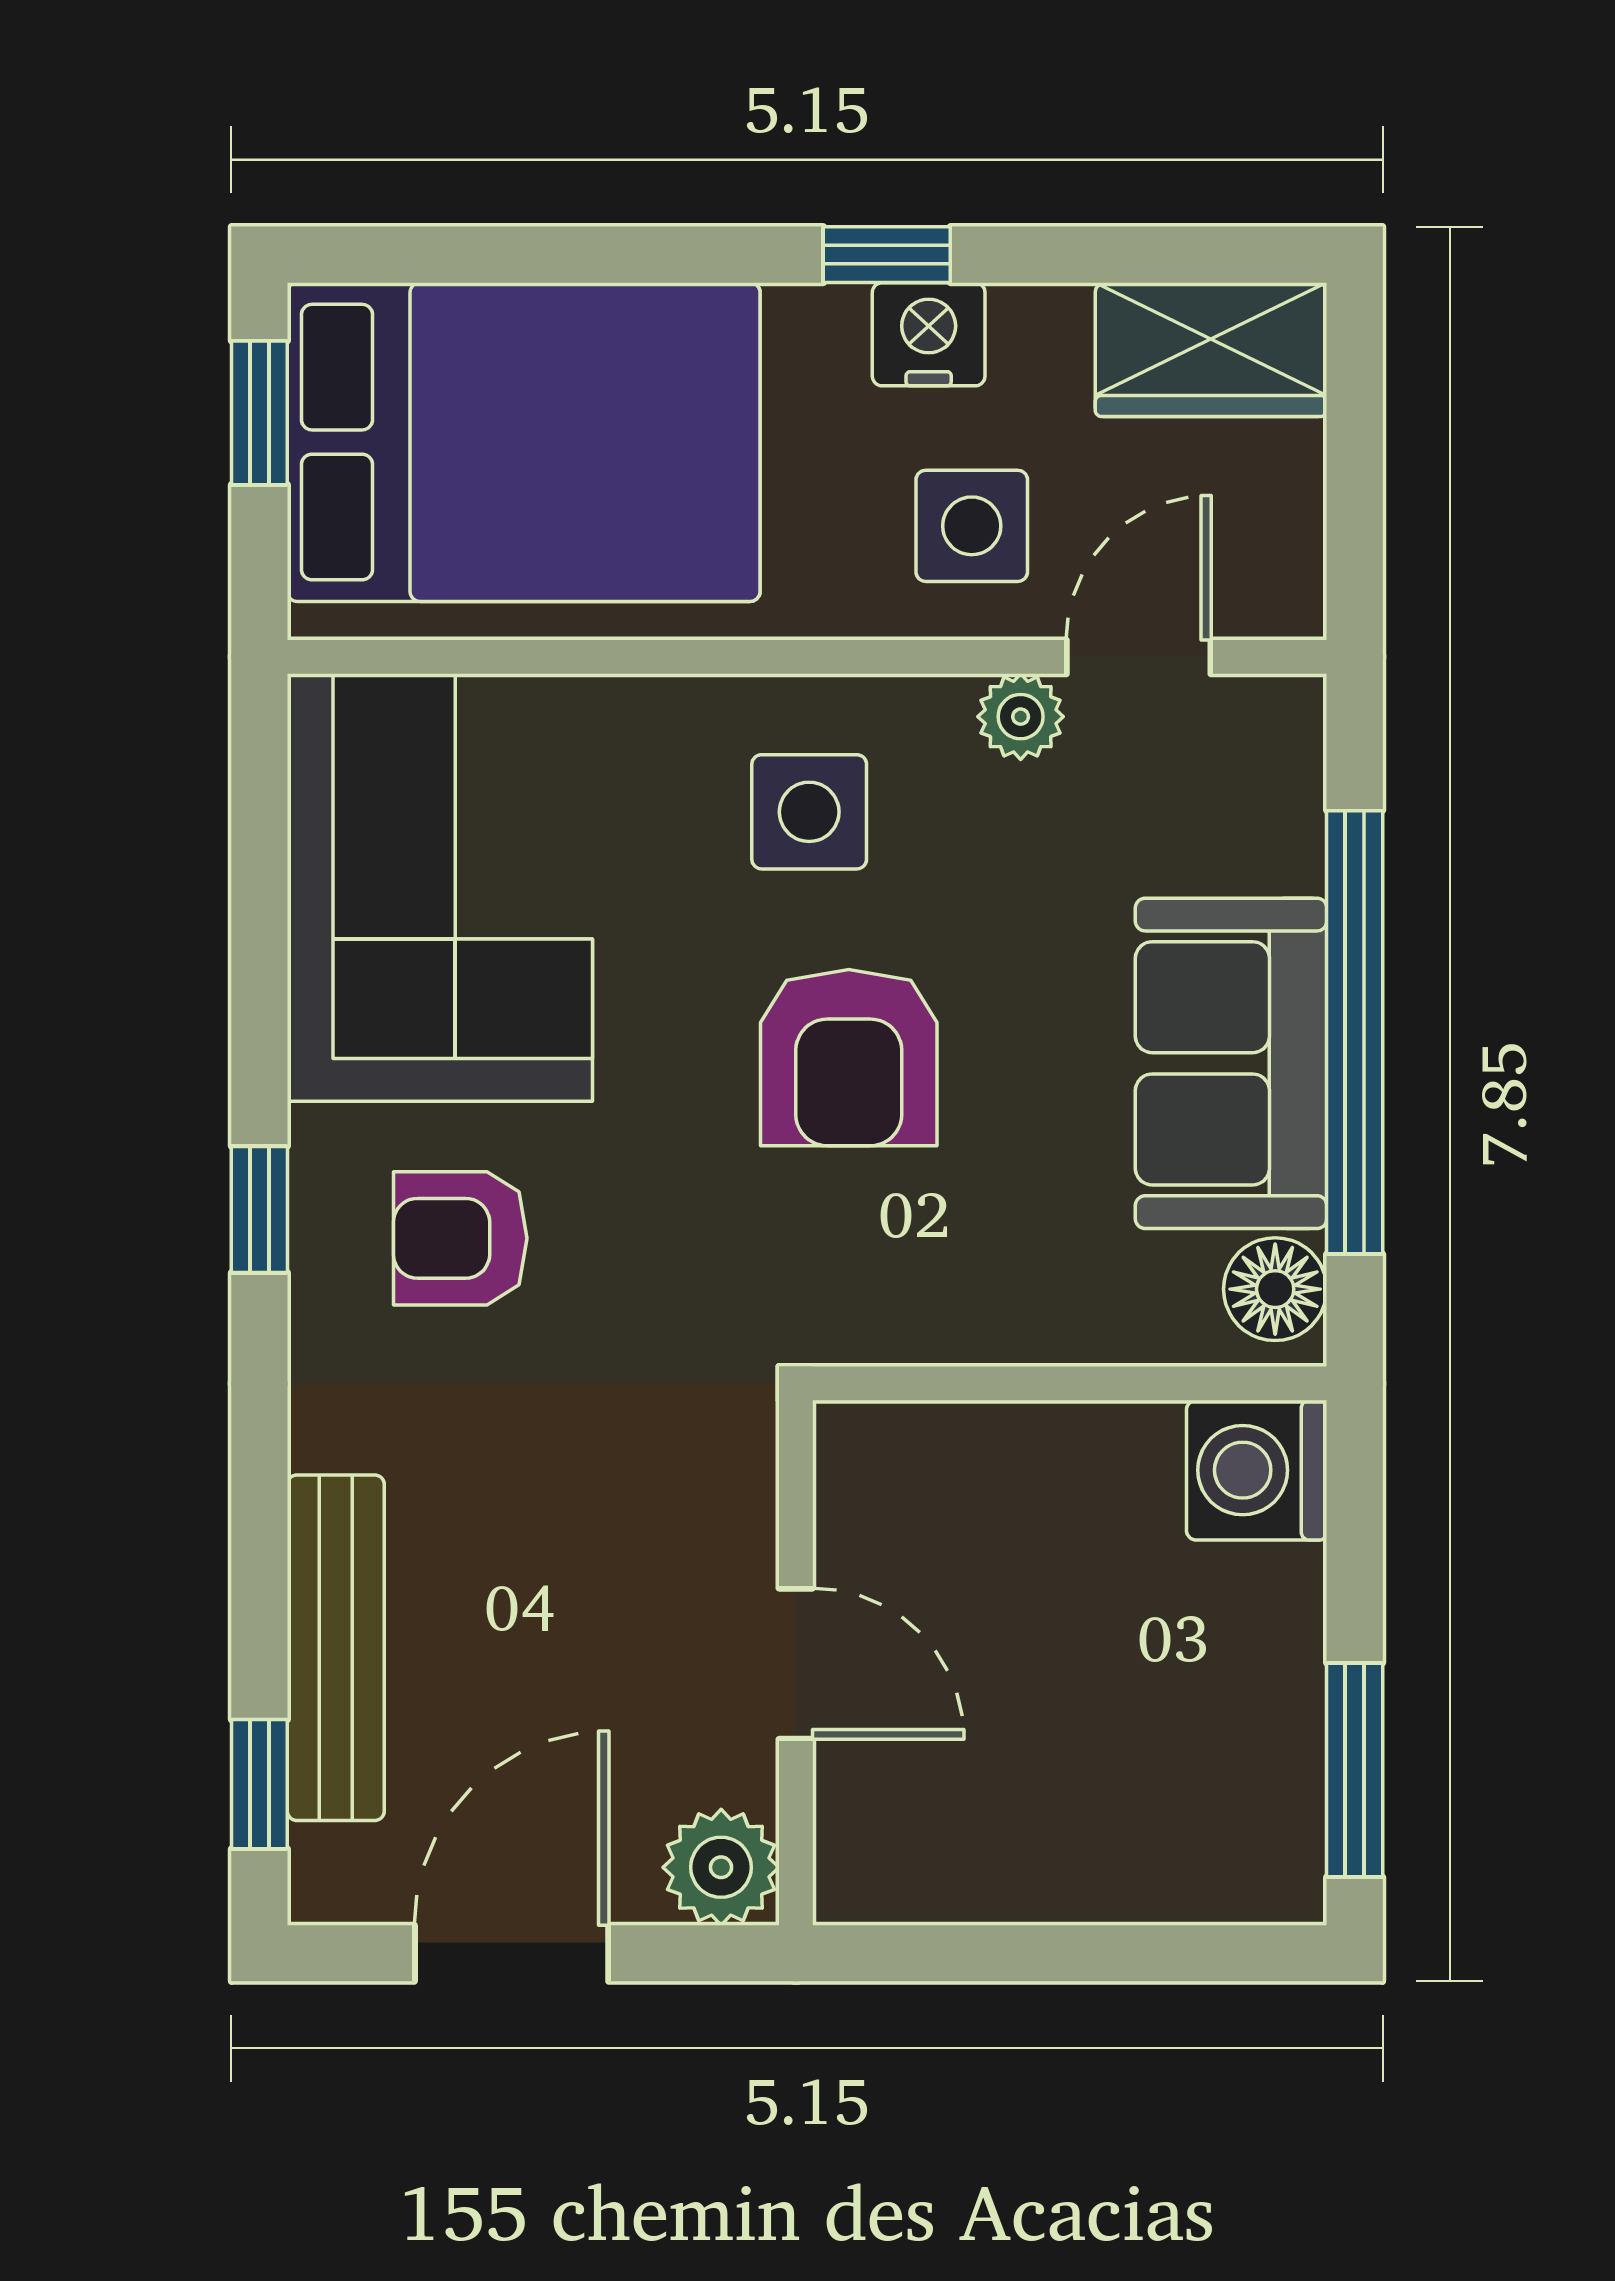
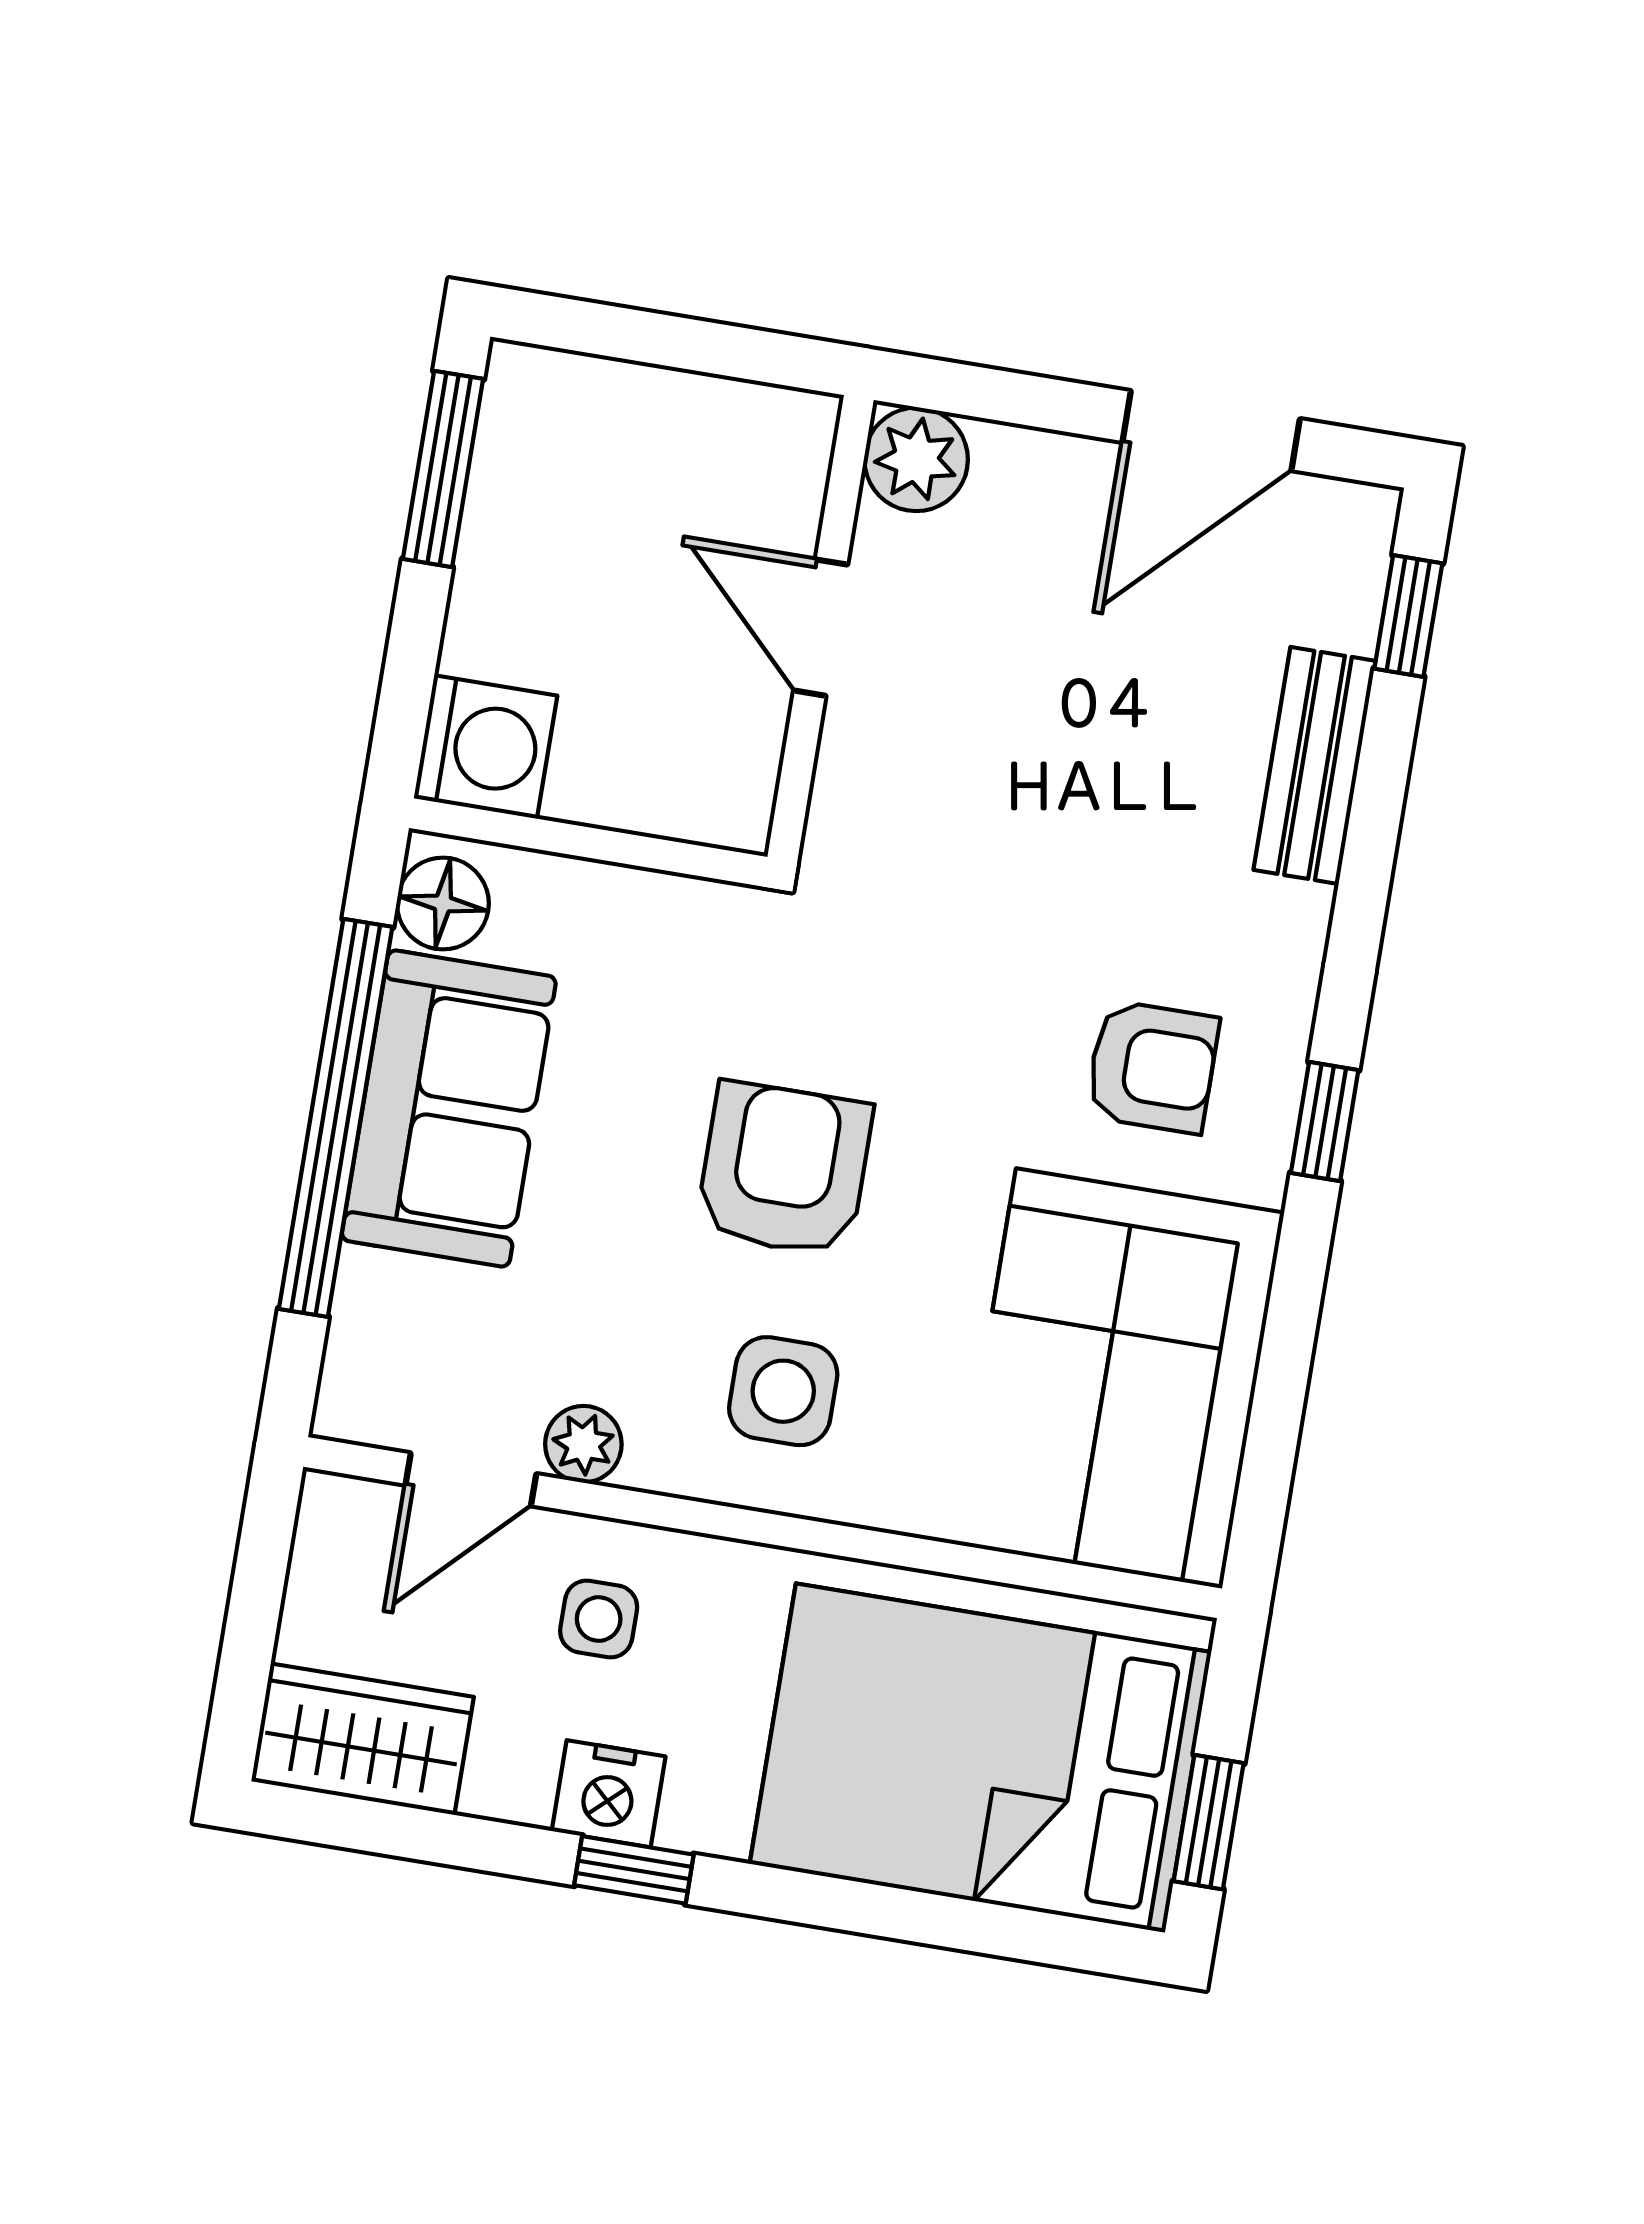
side table: (972, 526) -> (599, 1619), width x0.73, depth x0.73
bench: (336, 1648) -> (1315, 765), width x0.73
wall: (796, 1663) -> (821, 628), moved
door: (796, 1664) -> (821, 628), moved
plant: (721, 1867) -> (916, 459), moved

